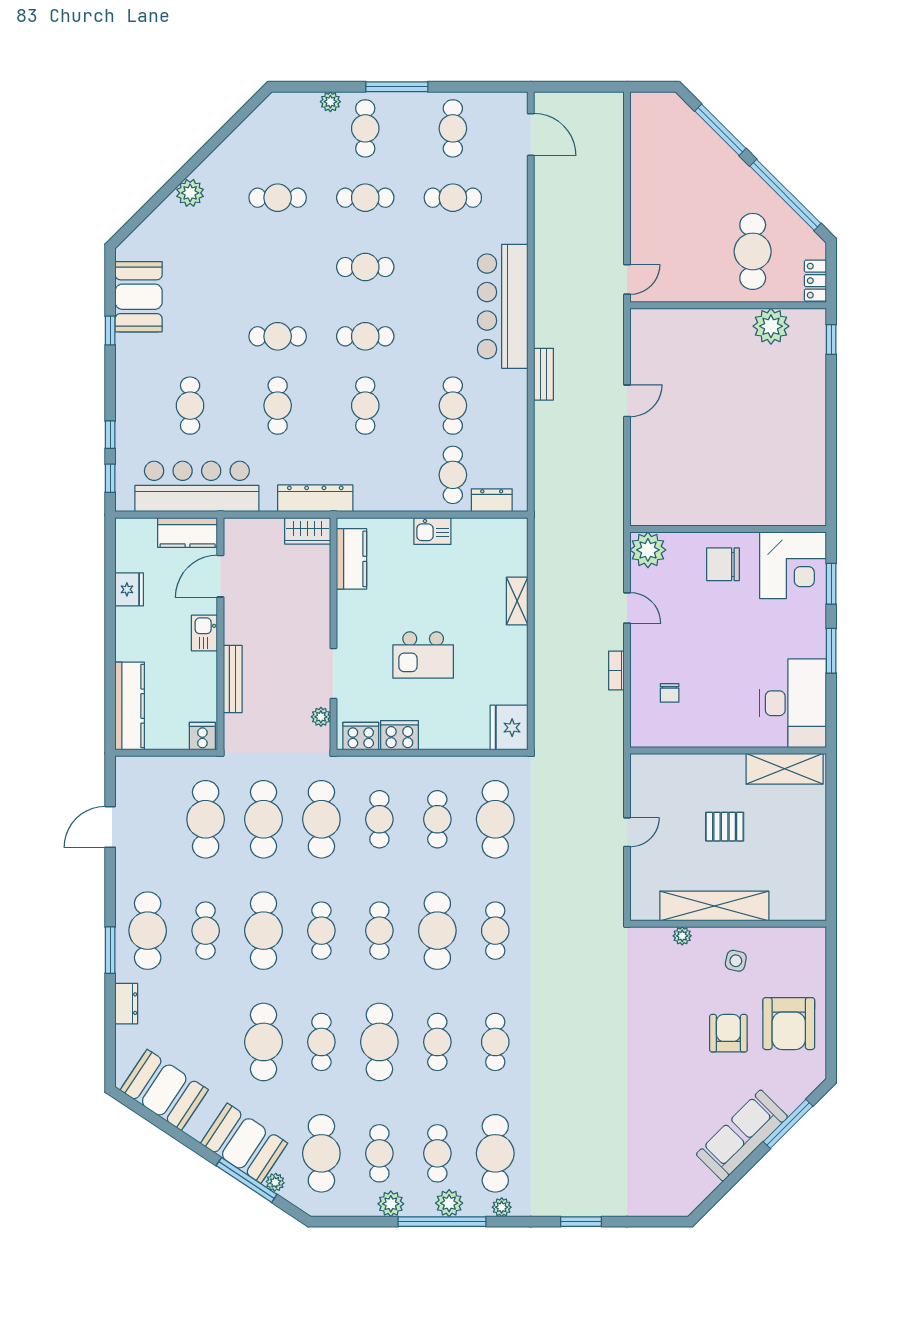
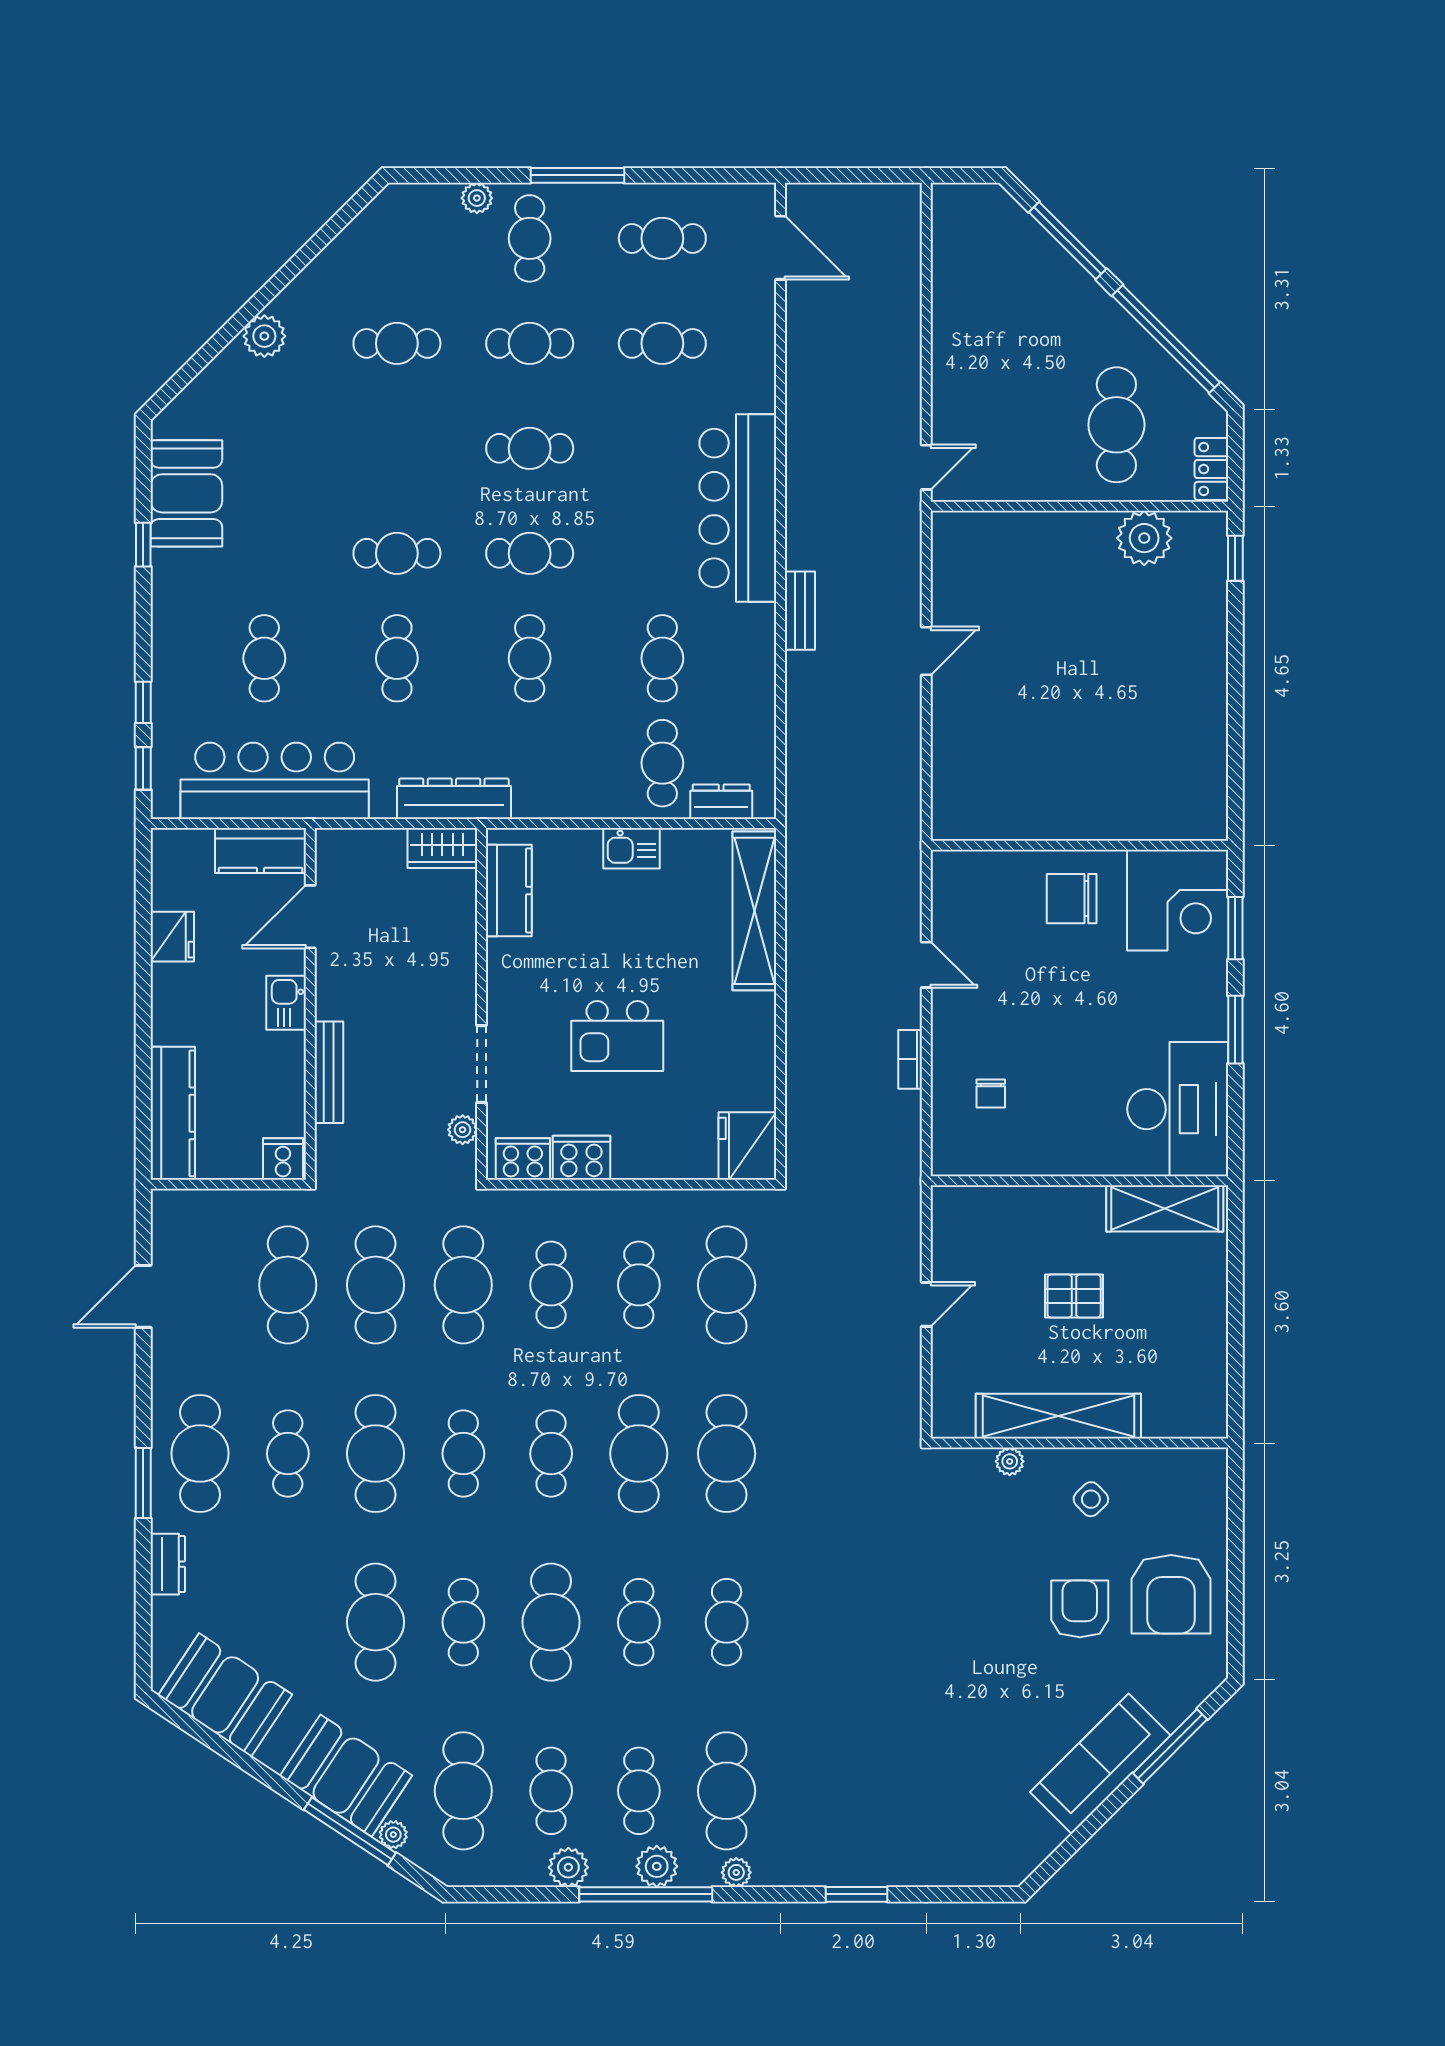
cafe table: (453, 128) -> (662, 238), turned 90
plant: (648, 550) -> (958, 877), removed
shelving: (517, 601) -> (754, 911), width x2.20, depth x1.33
cafe table: (495, 931) -> (727, 1454), width x1.37, depth x1.35
side table: (736, 961) -> (1091, 1499), turned 34

